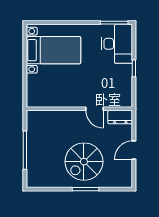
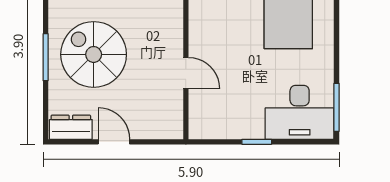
door: (95, 109) -> (186, 73), swing flipped
dresser: (120, 117) -> (71, 127), moved, turned 90

